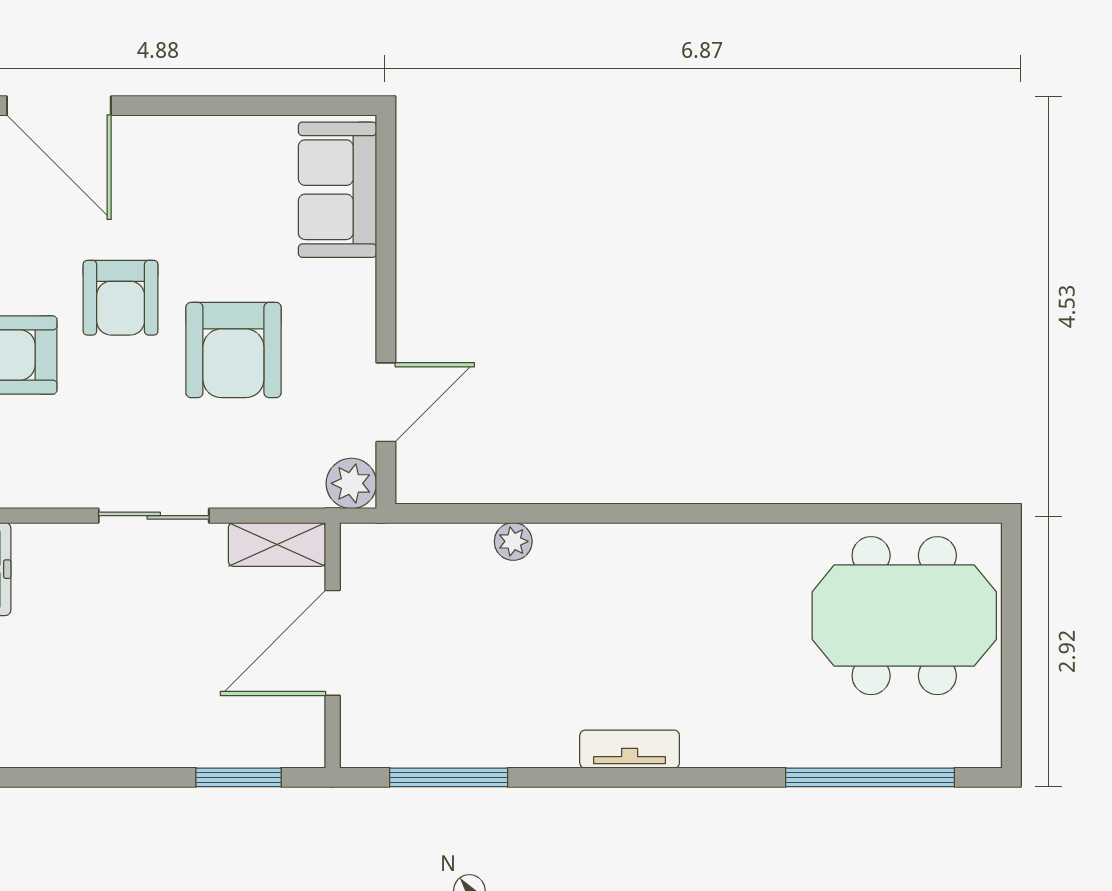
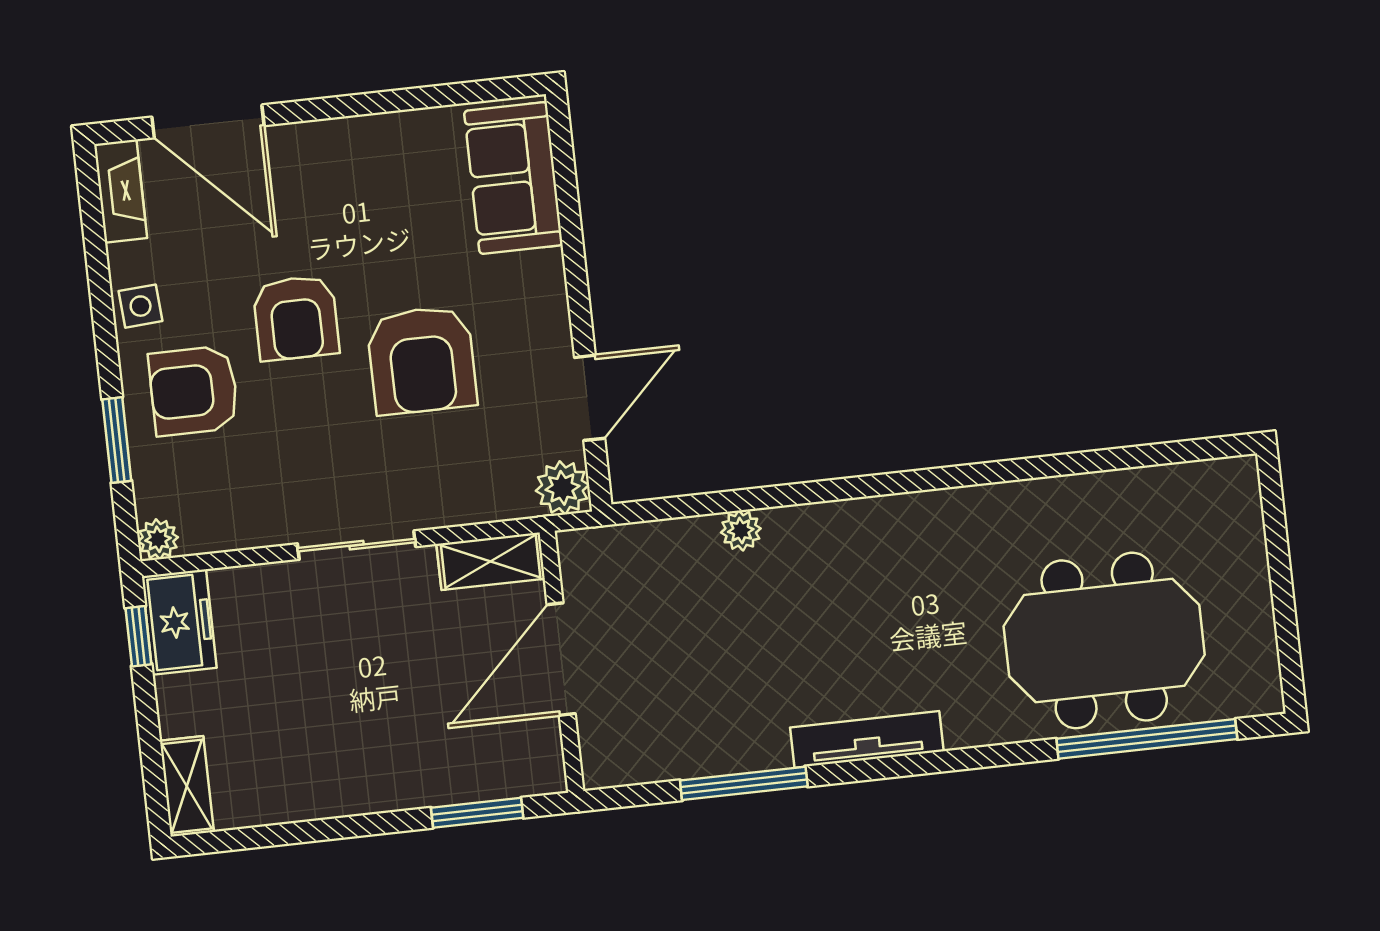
meeting table: (904, 616) -> (1104, 640), moved
tv unit: (630, 749) -> (867, 739), width x1.41
window: (449, 777) -> (744, 783), moved

